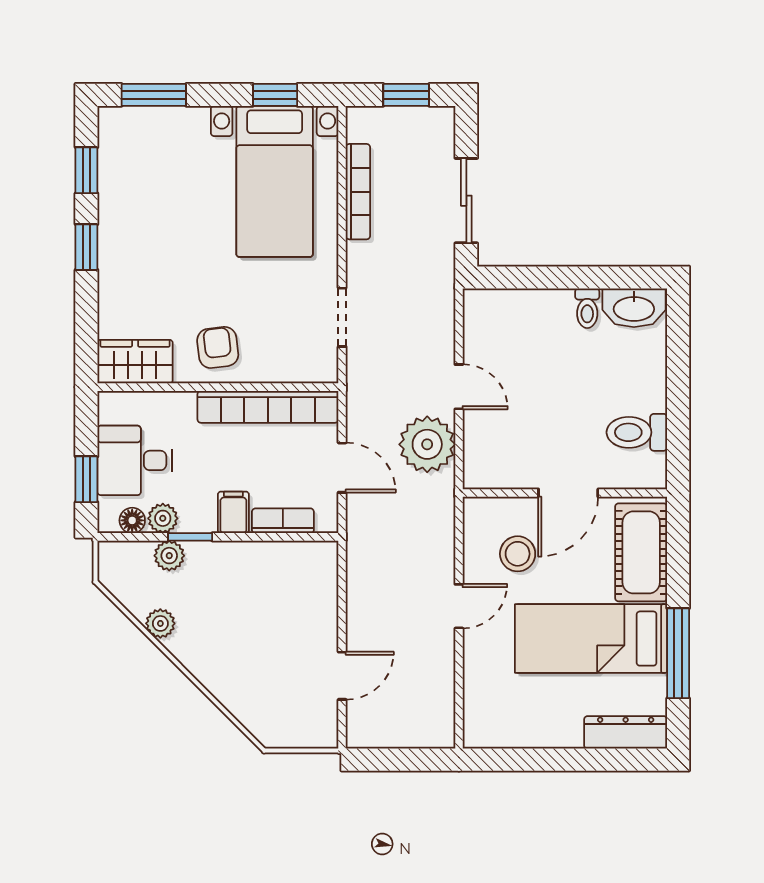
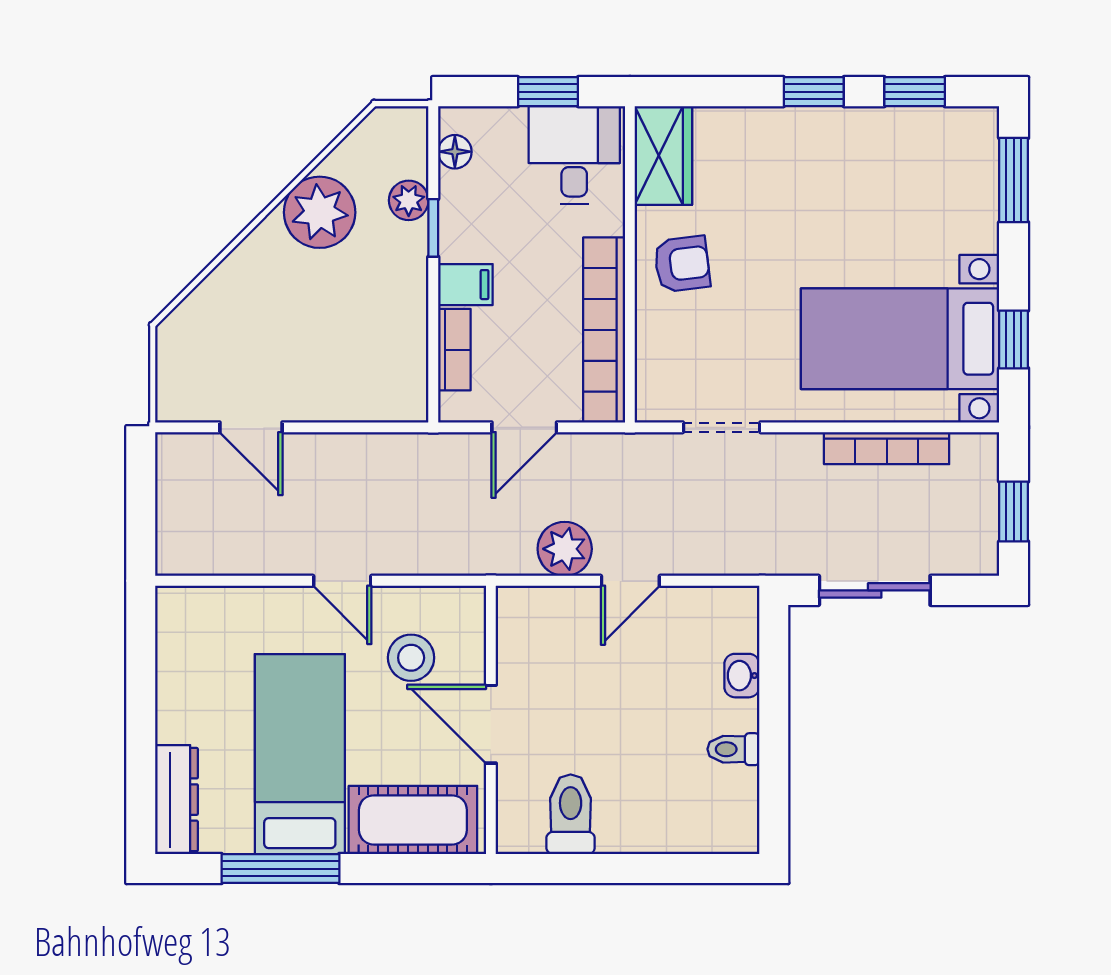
washbasin: (634, 308) -> (742, 676), moved, width x0.52, depth x0.69
plant: (427, 444) -> (565, 549), width x0.73, depth x0.73
desk: (135, 460) -> (574, 155), moved
window: (86, 479) -> (548, 92), moved
plant: (163, 518) -> (458, 192), removed
plant: (160, 623) -> (320, 212), width x1.88, depth x1.88

